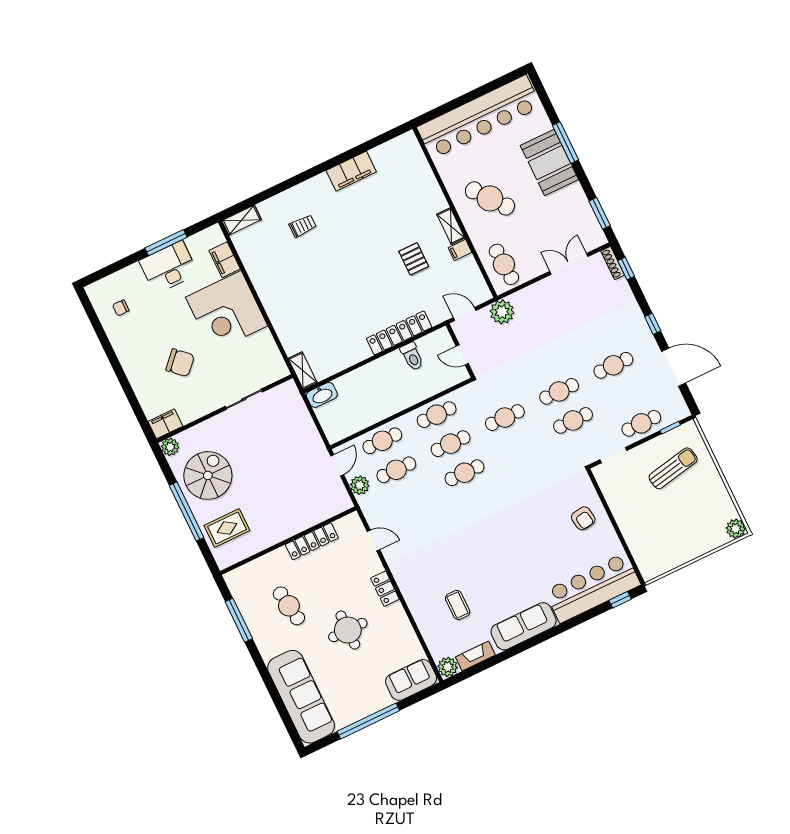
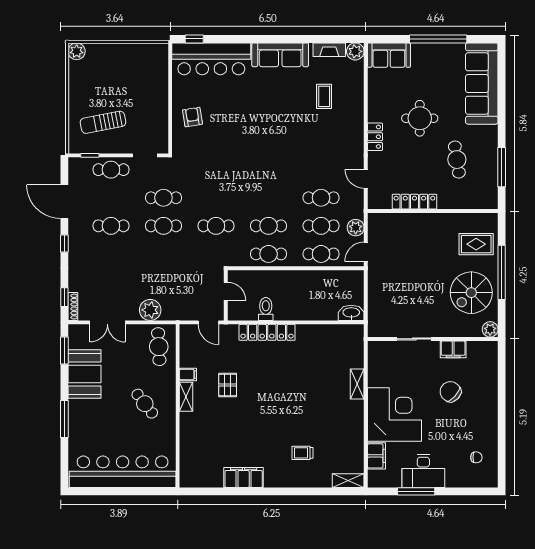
booth: (549, 162) -> (84, 374), moved
cafe table: (490, 198) -> (145, 404), width x0.73, depth x0.74
plant: (502, 312) -> (150, 310), moved
shelving: (303, 370) -> (357, 384), moved
filing cabinet: (165, 424) -> (453, 349), moved
cafe table: (464, 473) -> (321, 198), moved

